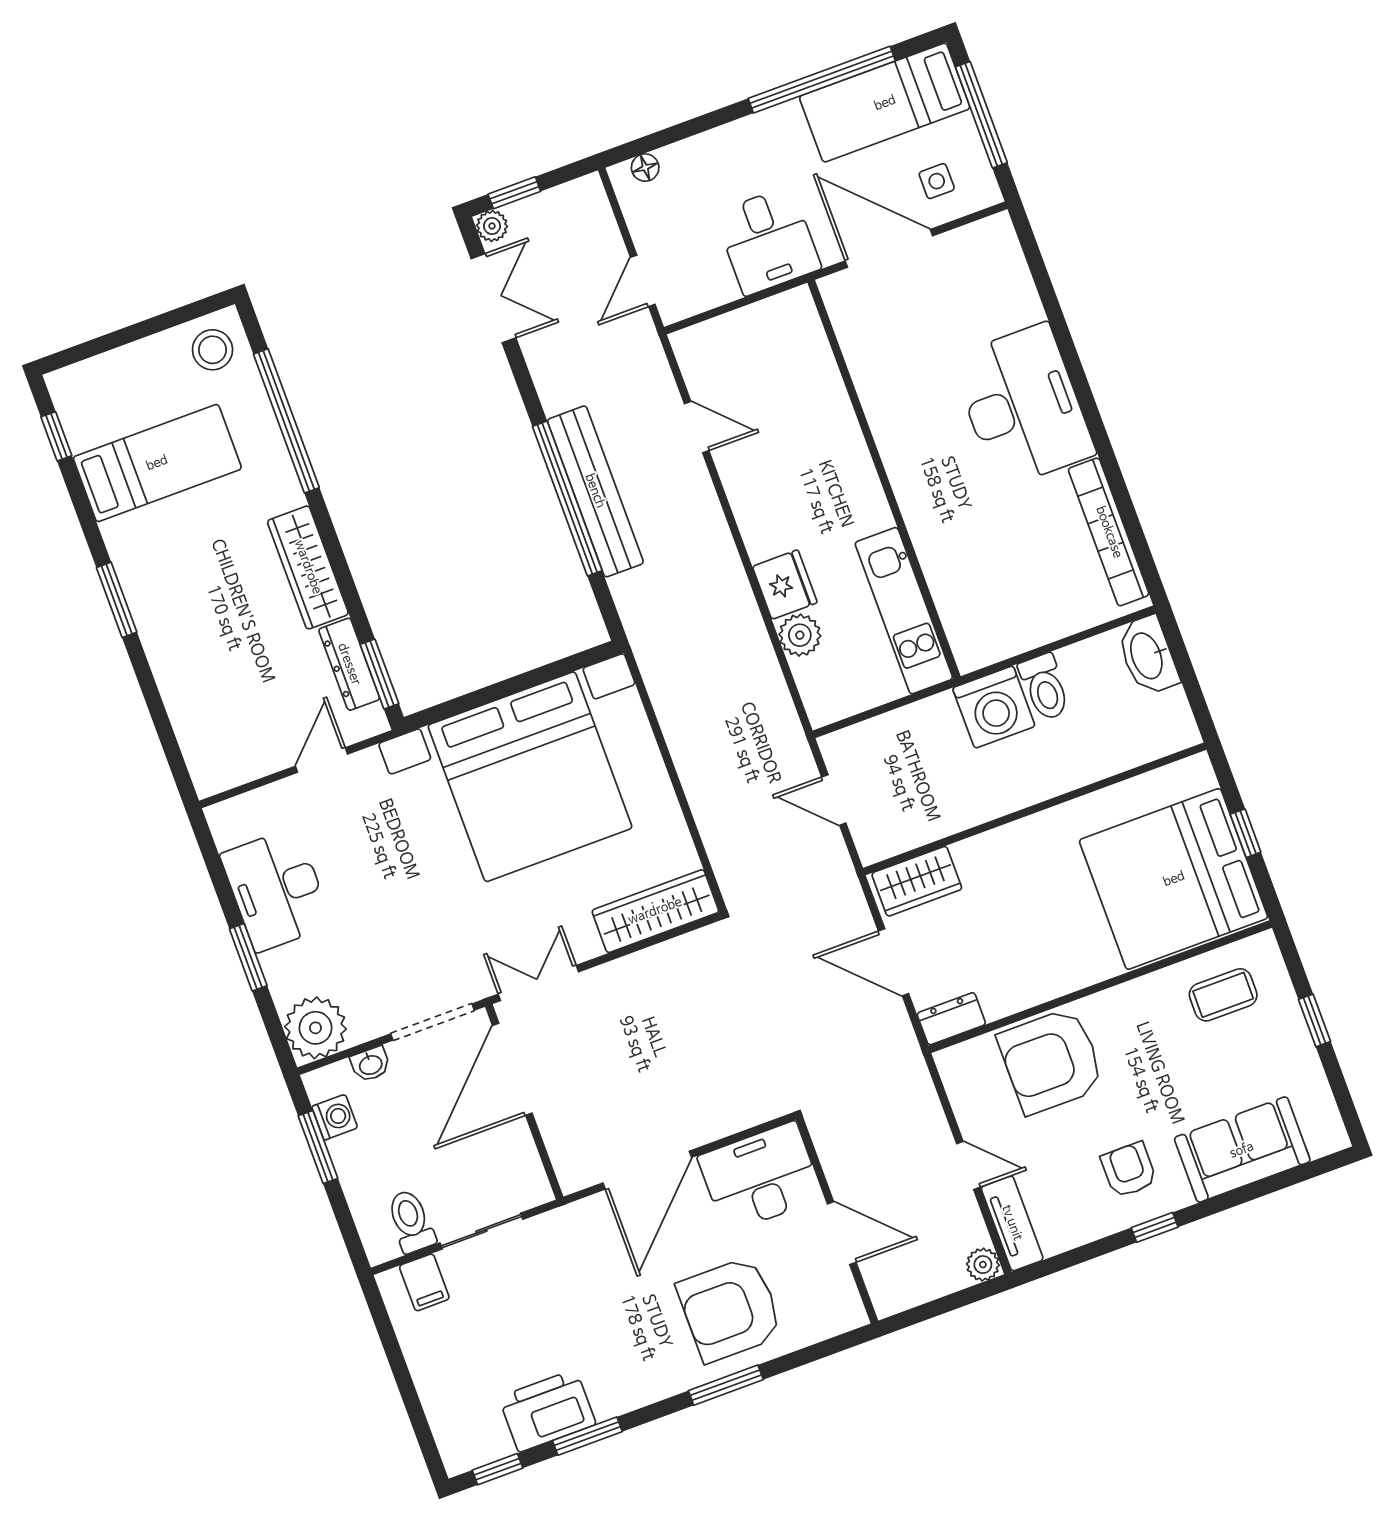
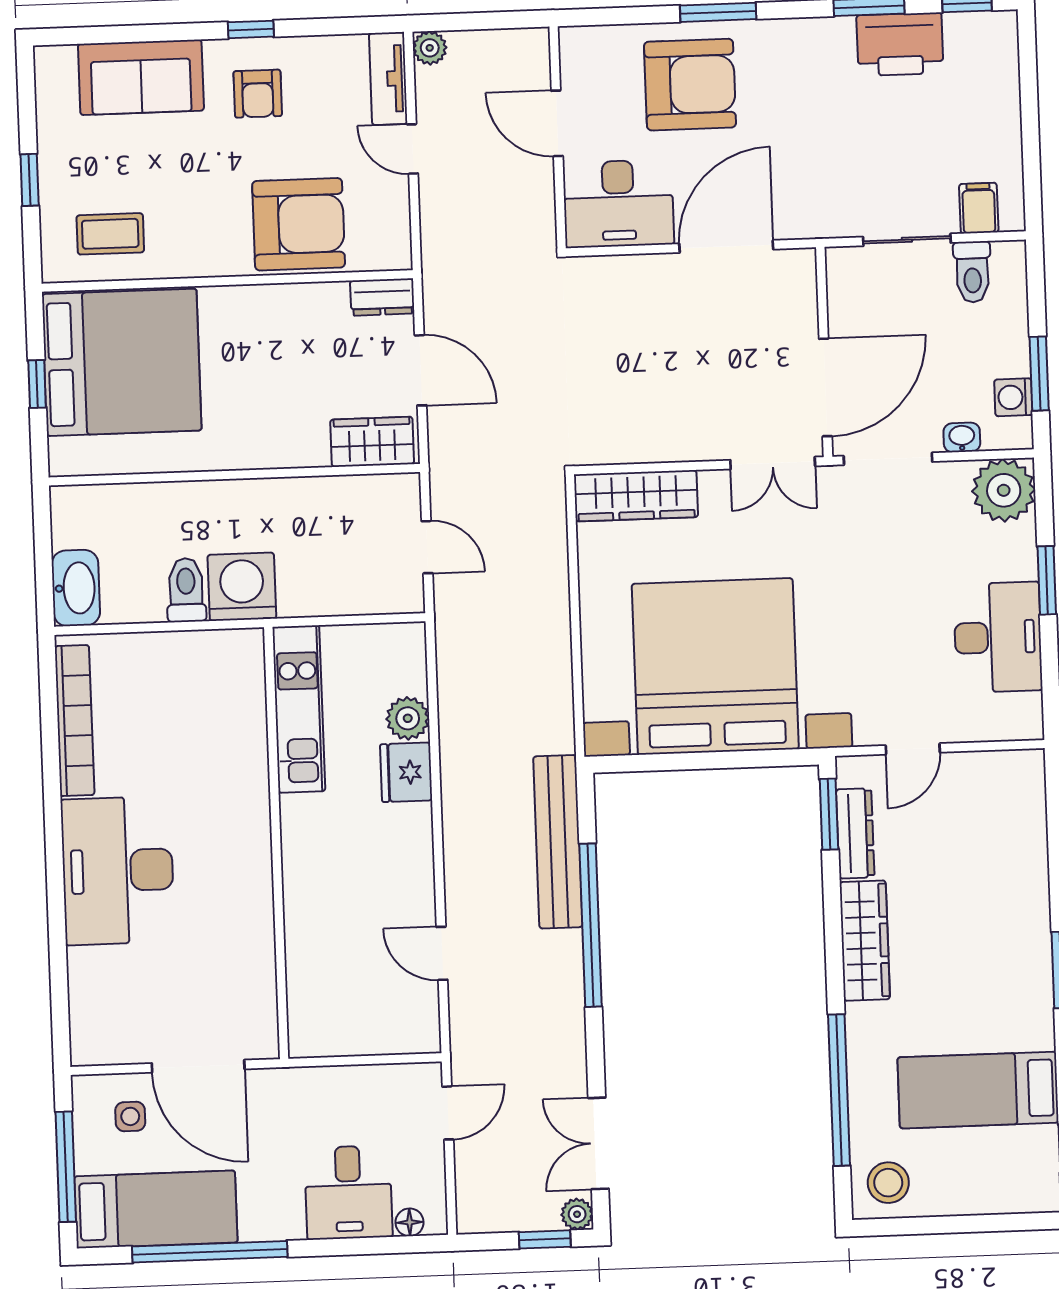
desk: (768, 241) -> (348, 1192), moved, turned 180
bench: (595, 491) -> (558, 842), moved

